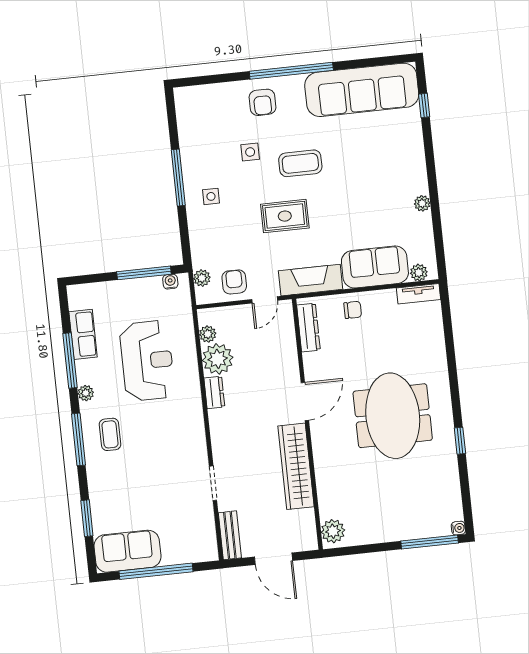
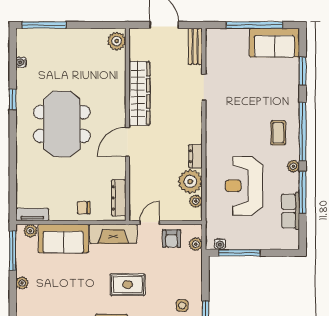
window: (439, 244) -> (13, 251), added
window: (78, 439) -> (303, 132), width x1.46
water cooler: (458, 528) -> (21, 62), moved

